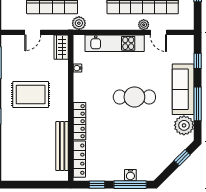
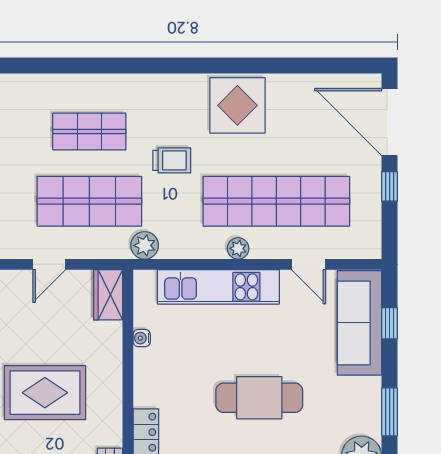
plant: (144, 25) -> (238, 248), moved
sofa: (183, 89) -> (360, 323), moved
window: (198, 104) -> (390, 412), width x0.69

